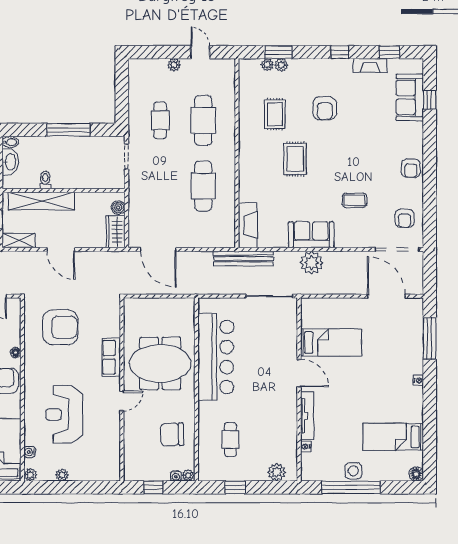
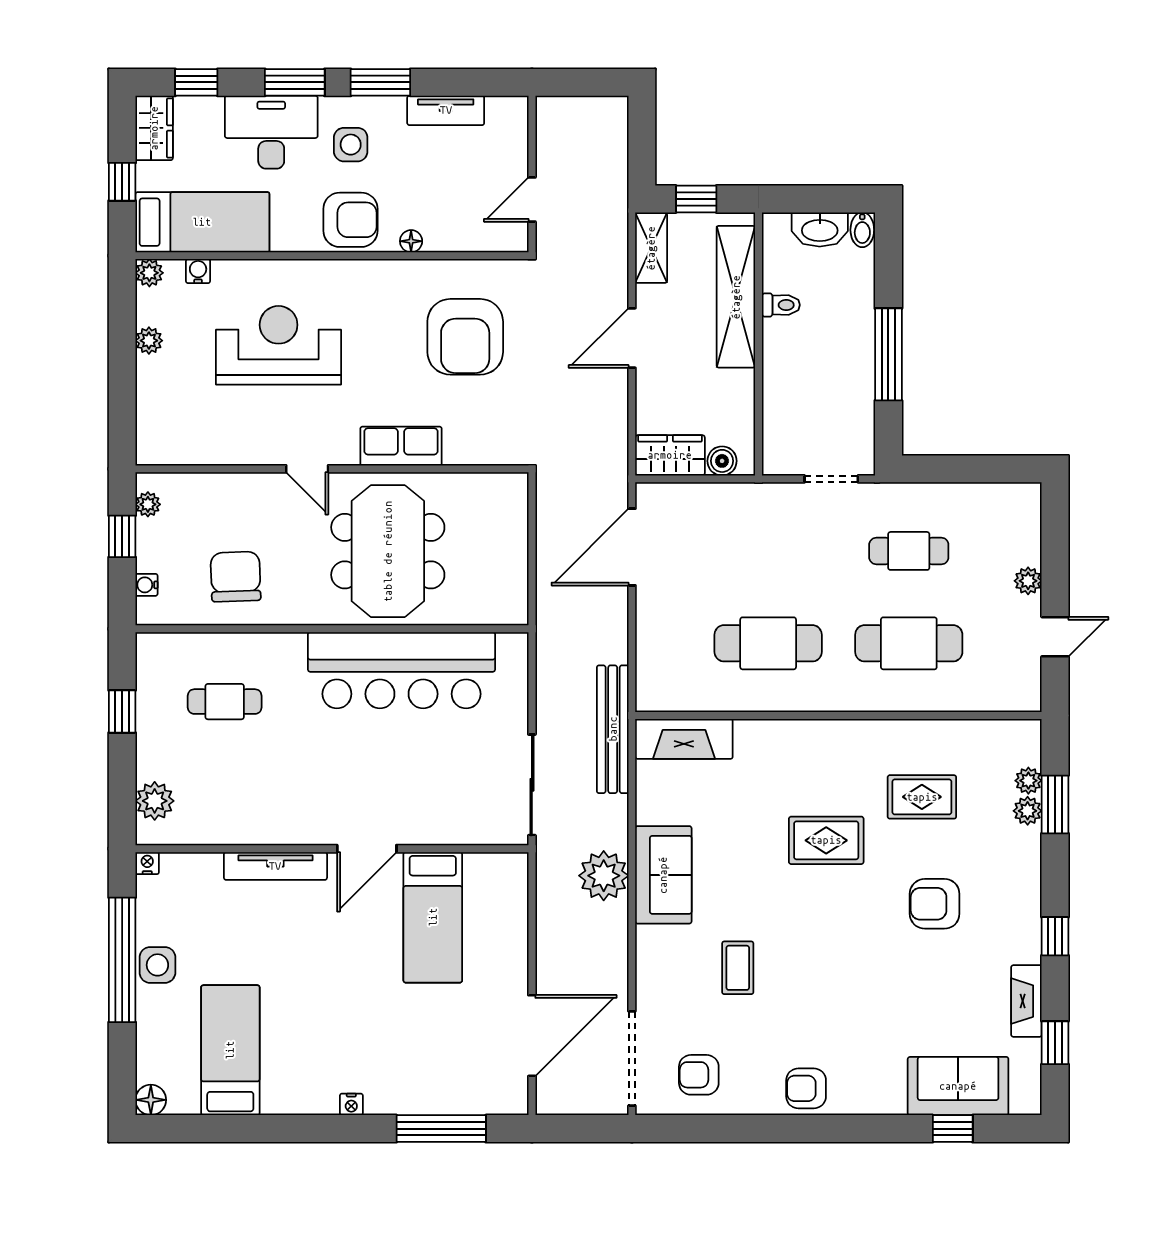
nightstand: (306, 447) -> (147, 863), moved
plant: (188, 475) -> (148, 504), moved

